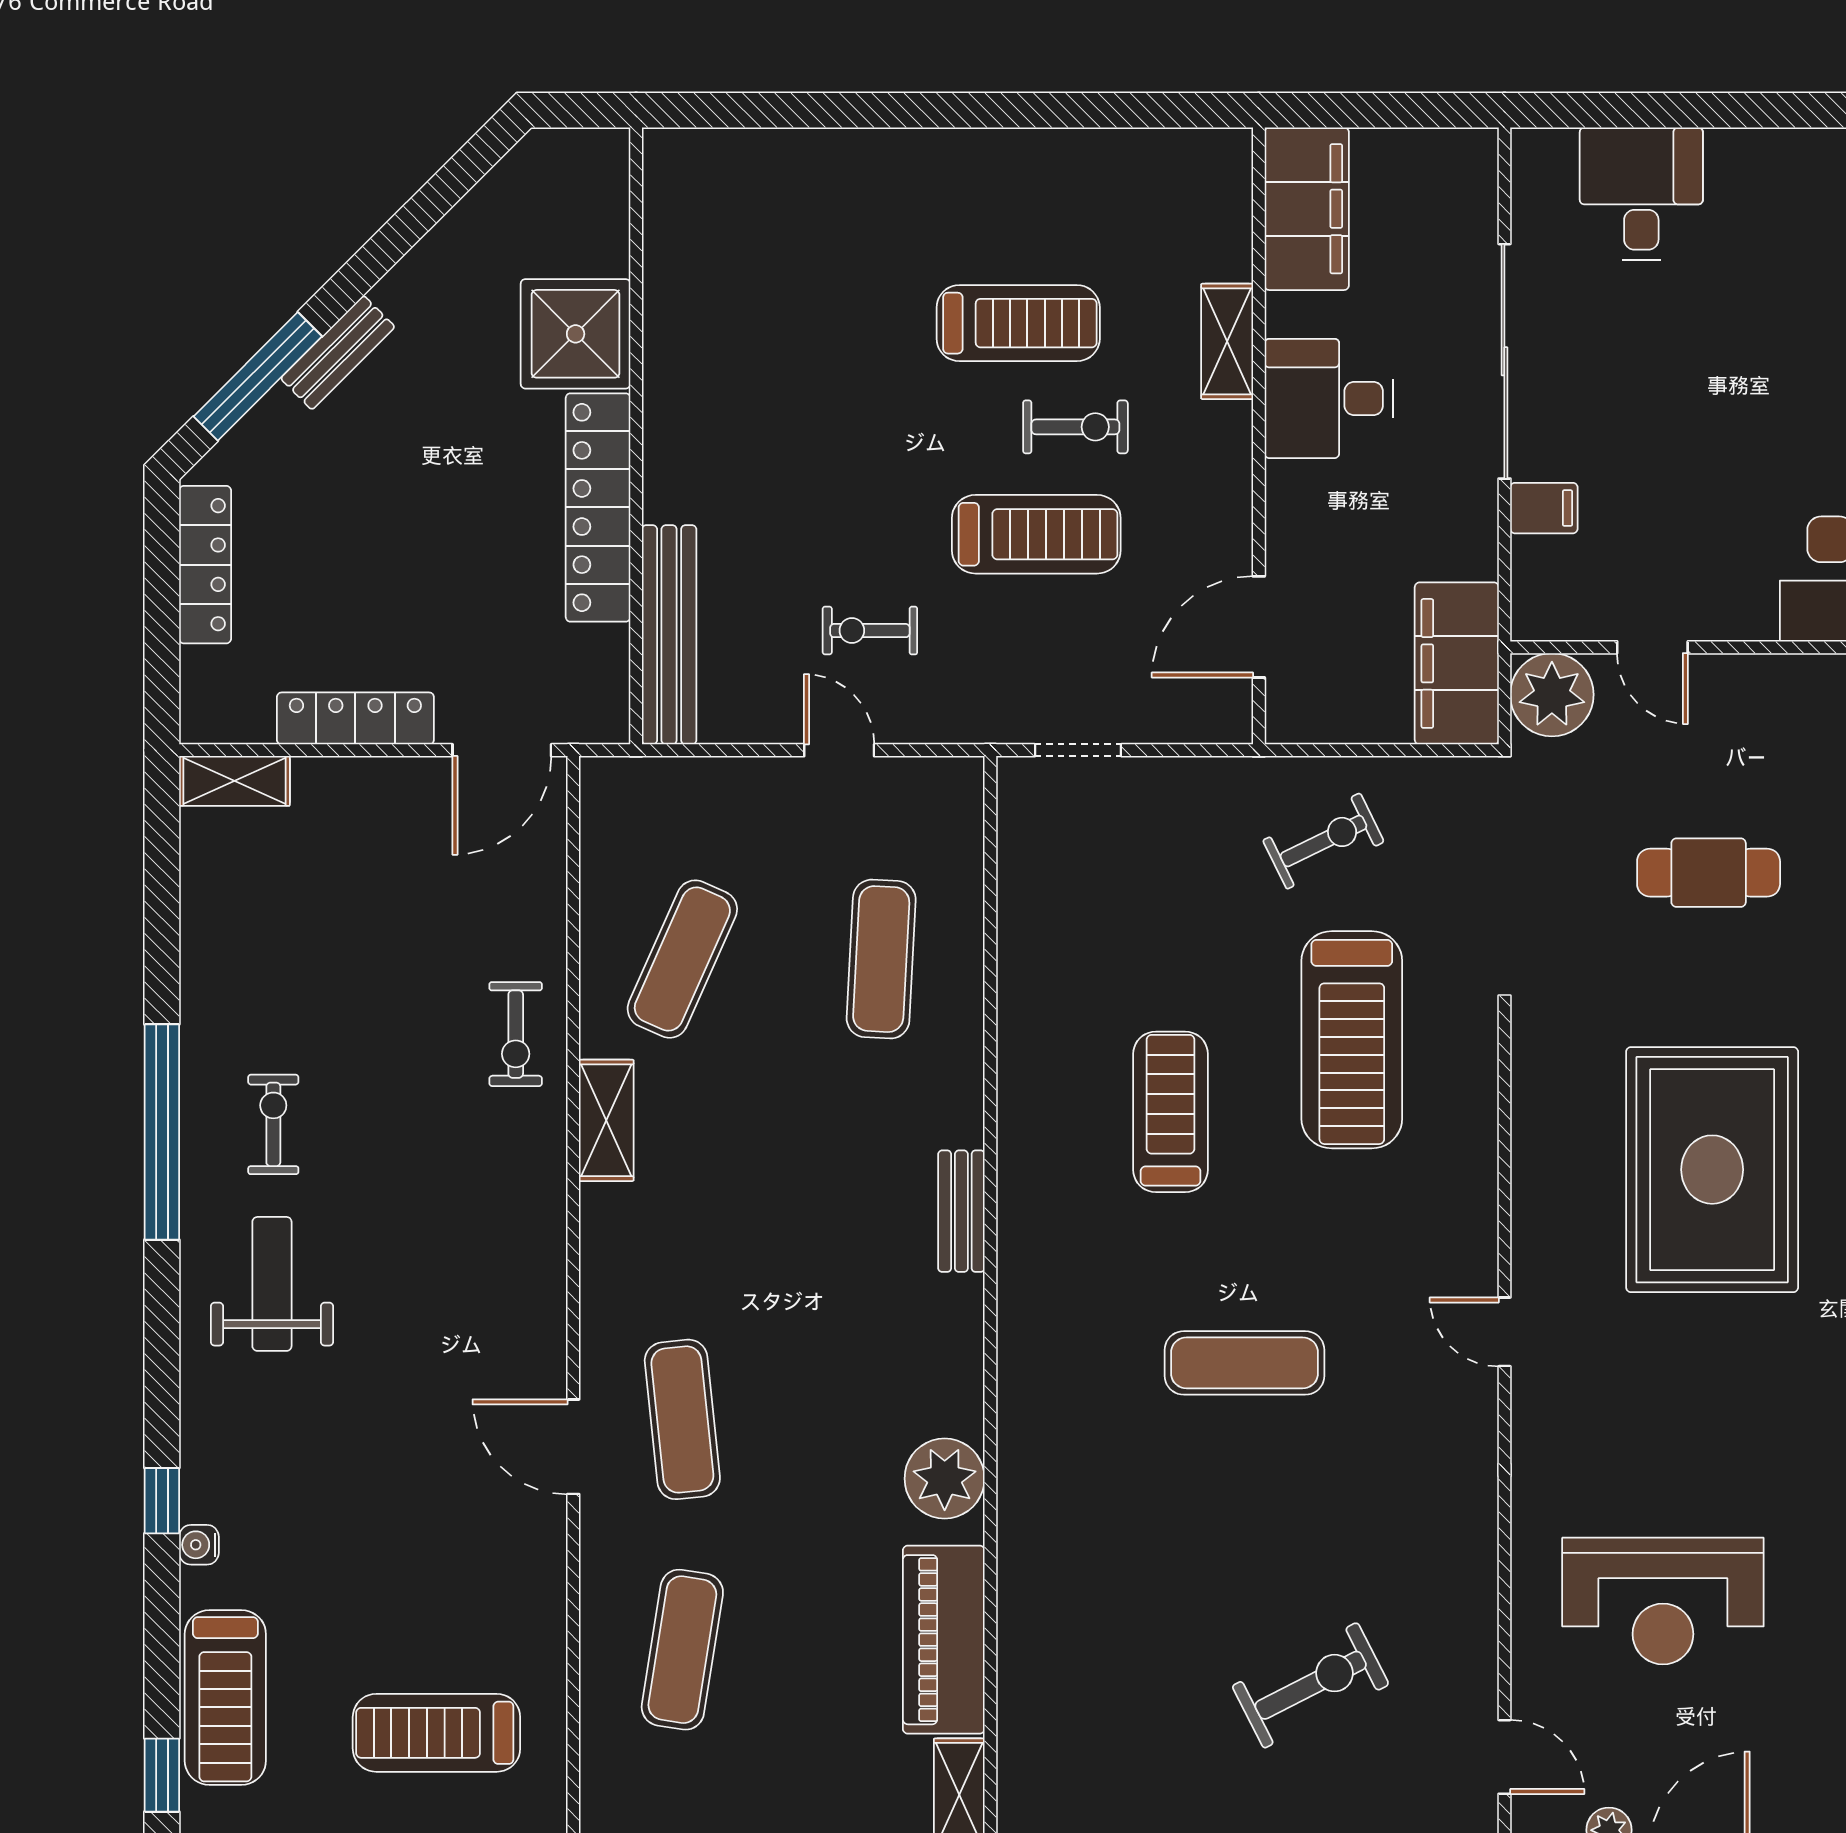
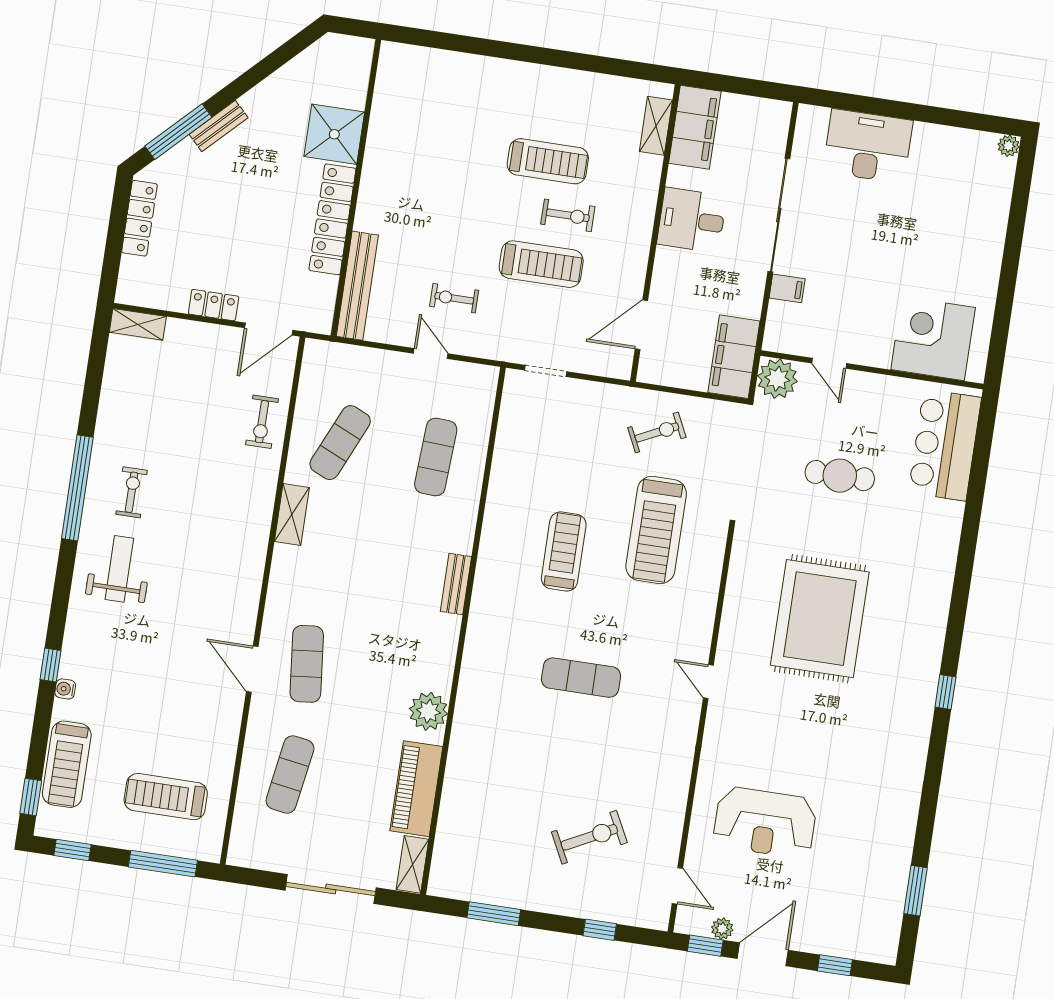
desk: (1641, 194) -> (868, 146), width x1.37
shelving: (1227, 341) -> (656, 126), moved
locker: (355, 718) -> (214, 305), width x0.66
exercise bike: (516, 1034) -> (262, 422), moved

